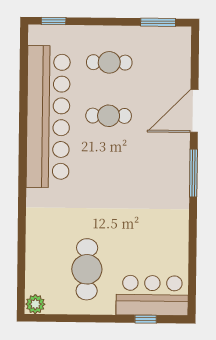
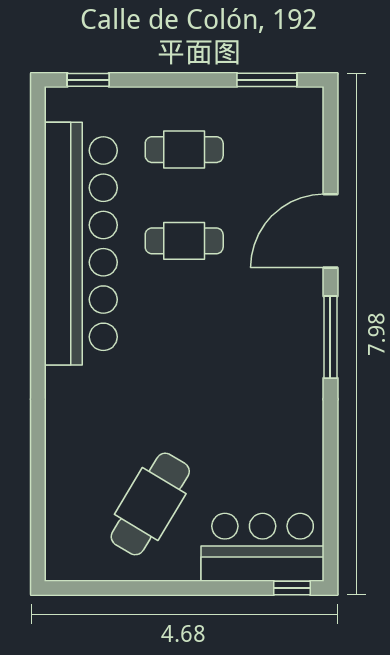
cafe table: (87, 269) -> (150, 504), turned 31
plant: (35, 304) -> (63, 565), removed
window: (146, 319) -> (292, 588), moved

